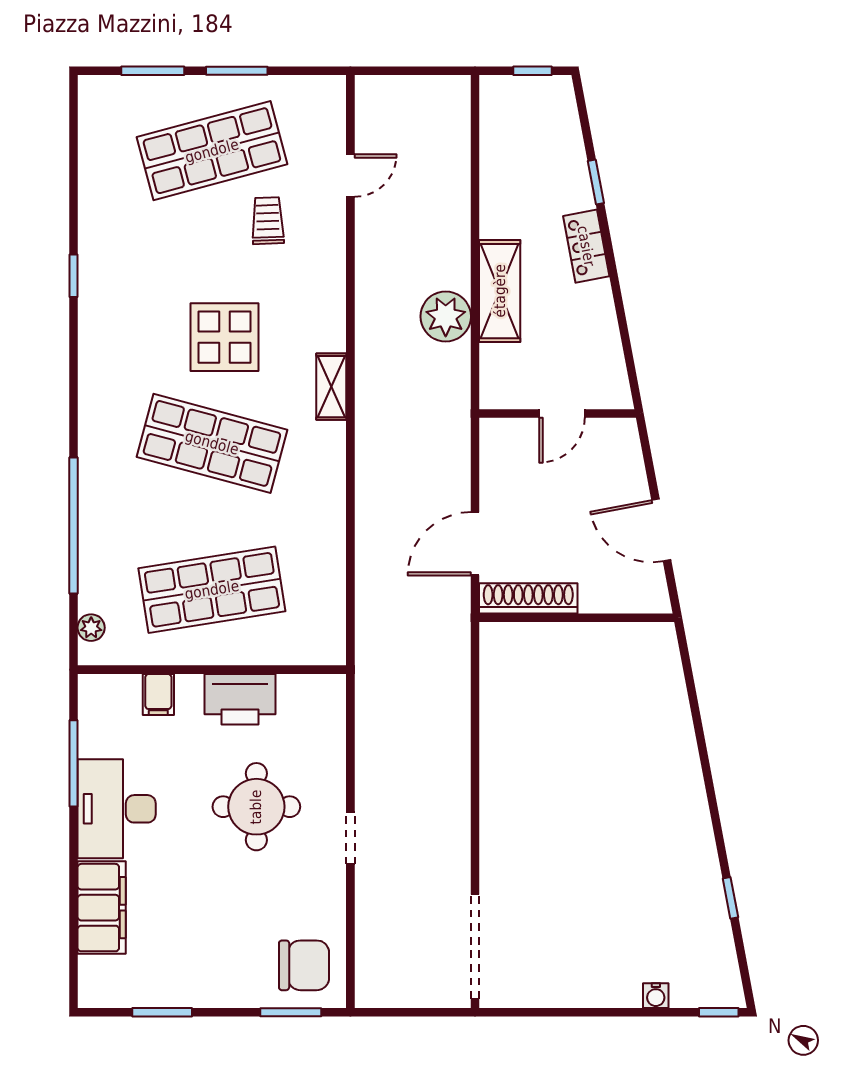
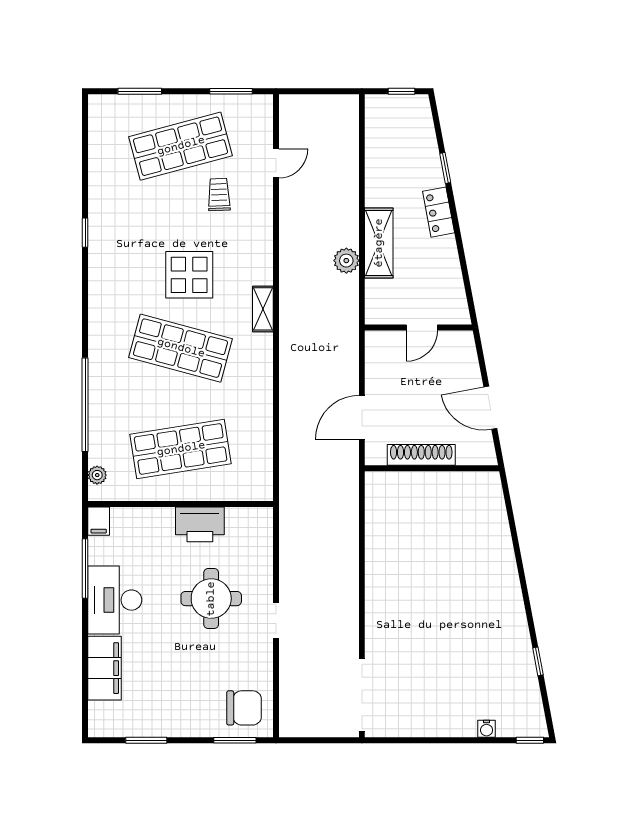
window: (237, 71) -> (231, 91), moved
plant: (446, 316) -> (346, 261), width x0.73, depth x0.73
shoe rack: (528, 598) -> (421, 455), moved
filing cabinet: (158, 694) -> (99, 521), moved

